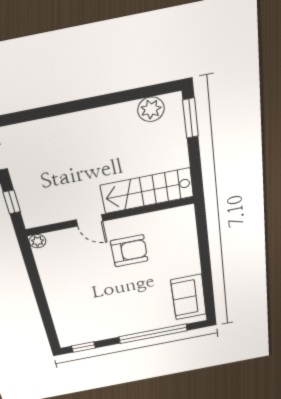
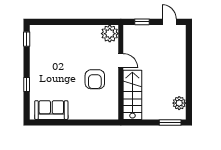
door: (90, 220) -> (121, 61), swing flipped
plant: (37, 241) -> (110, 34), width x1.87, depth x1.87
window: (153, 334) -> (27, 85), width x0.32

